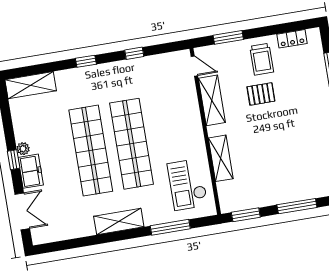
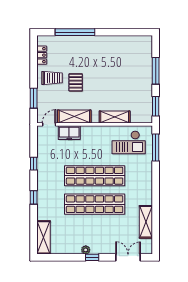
freezer: (31, 171) -> (69, 133), moved, turned 180
shelving: (119, 221) -> (146, 222), moved
window: (170, 227) -> (156, 147), moved

